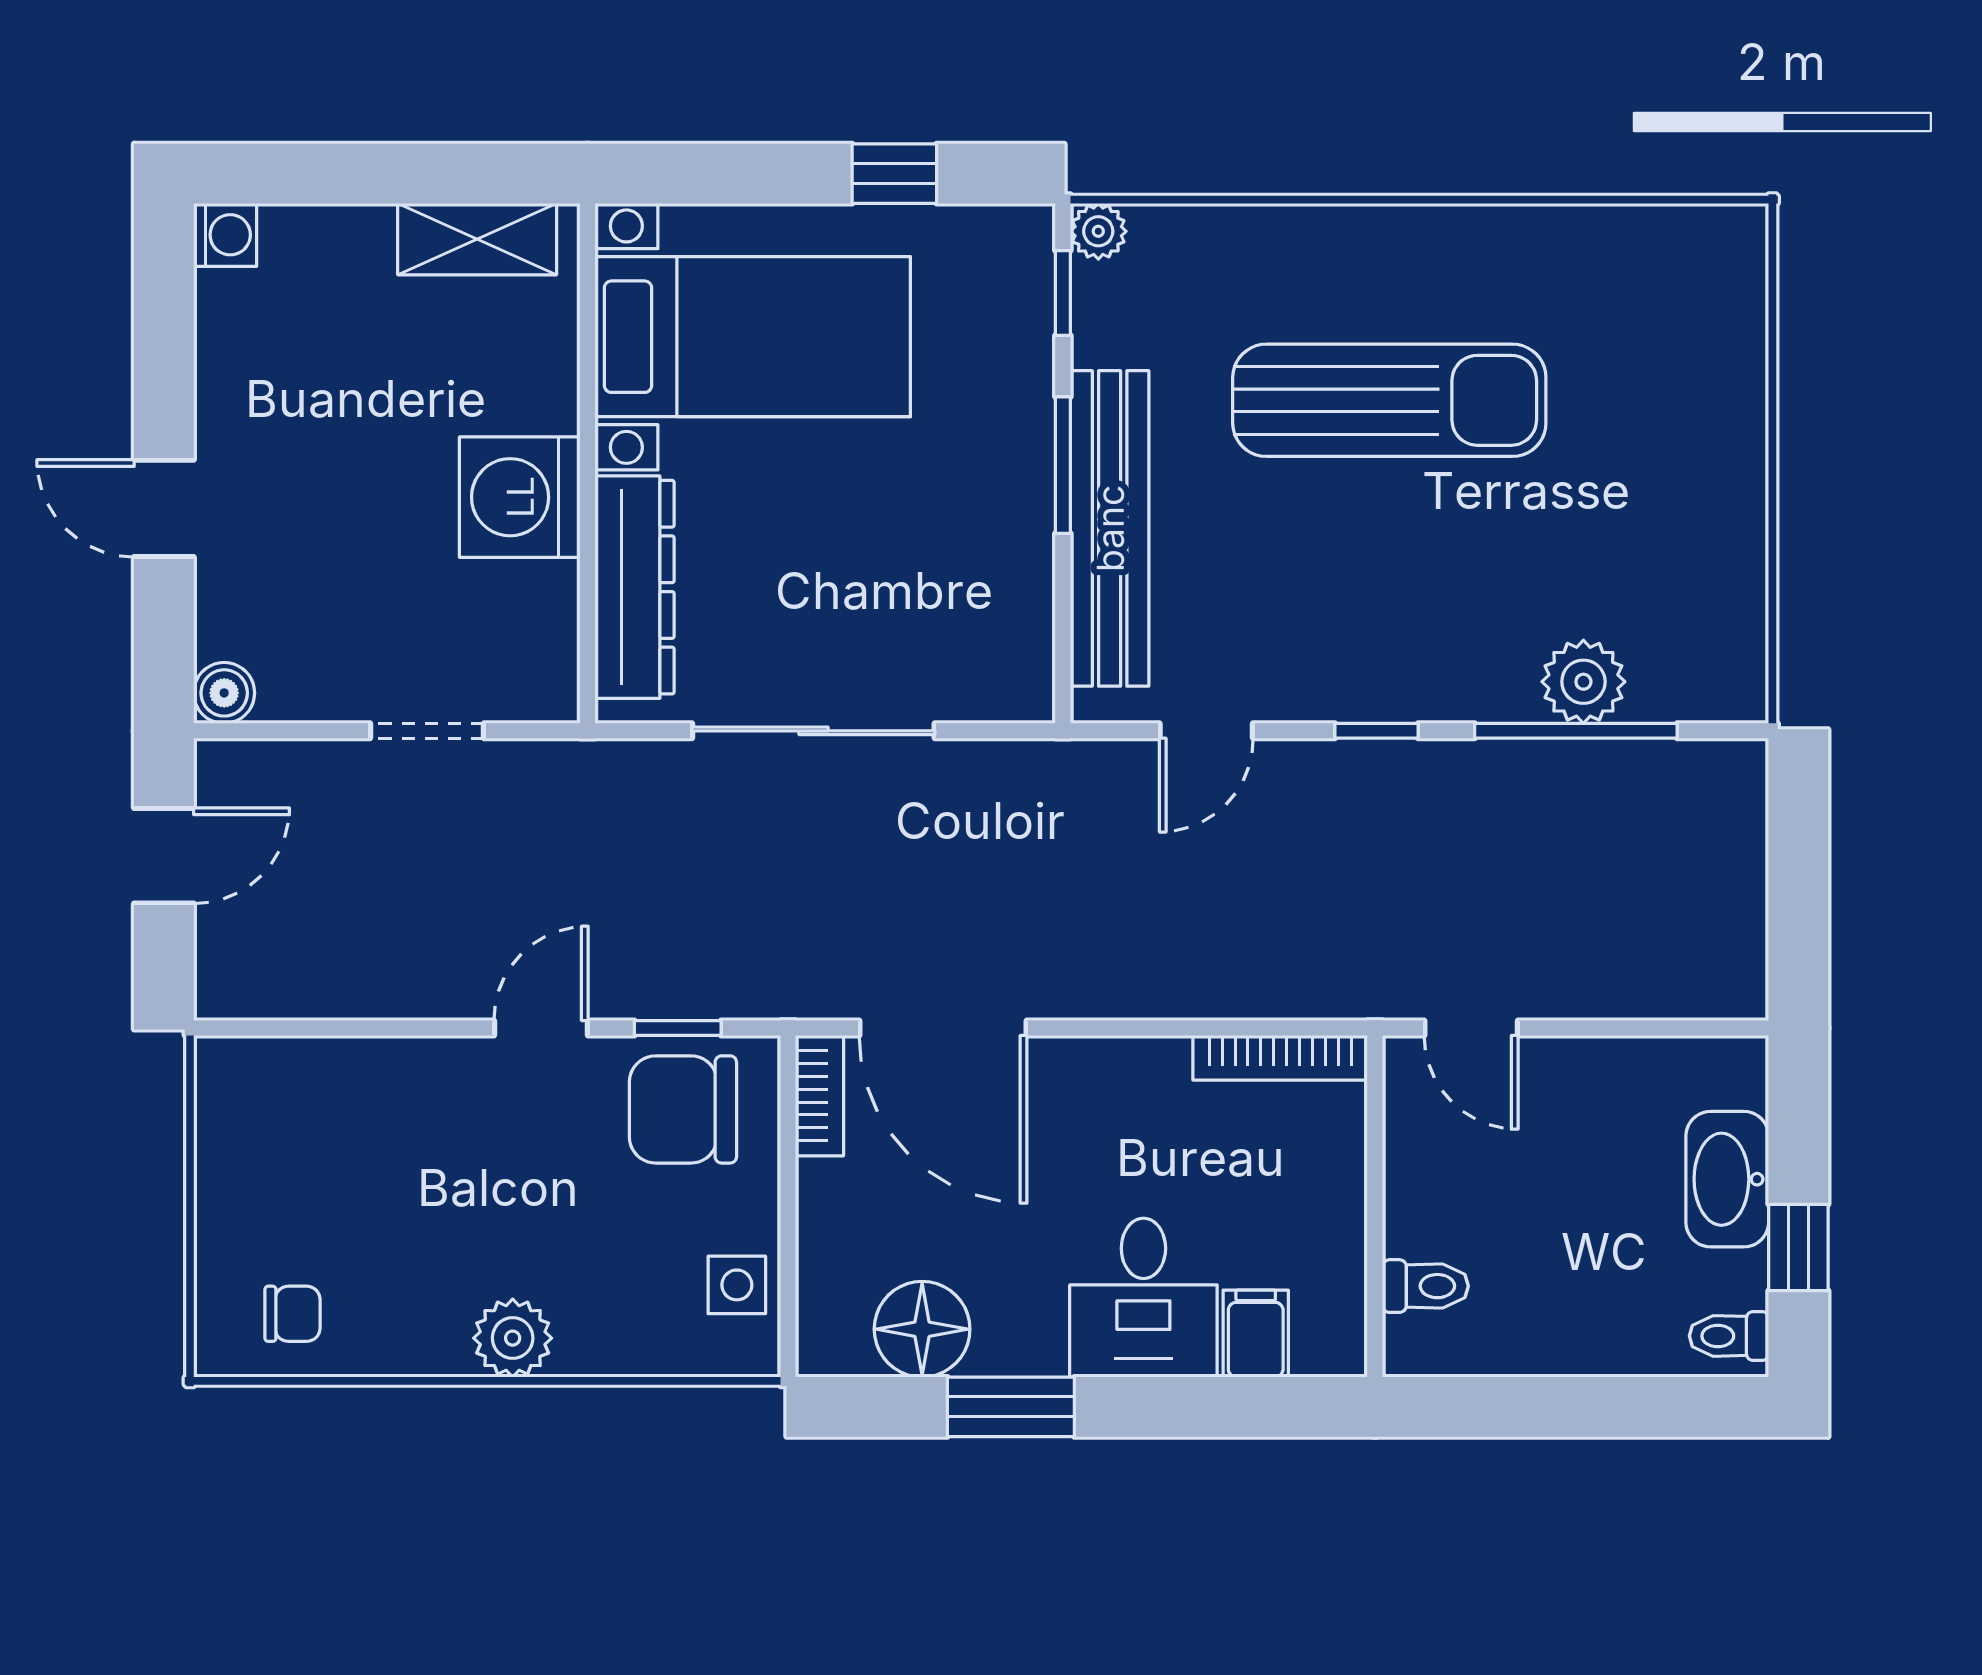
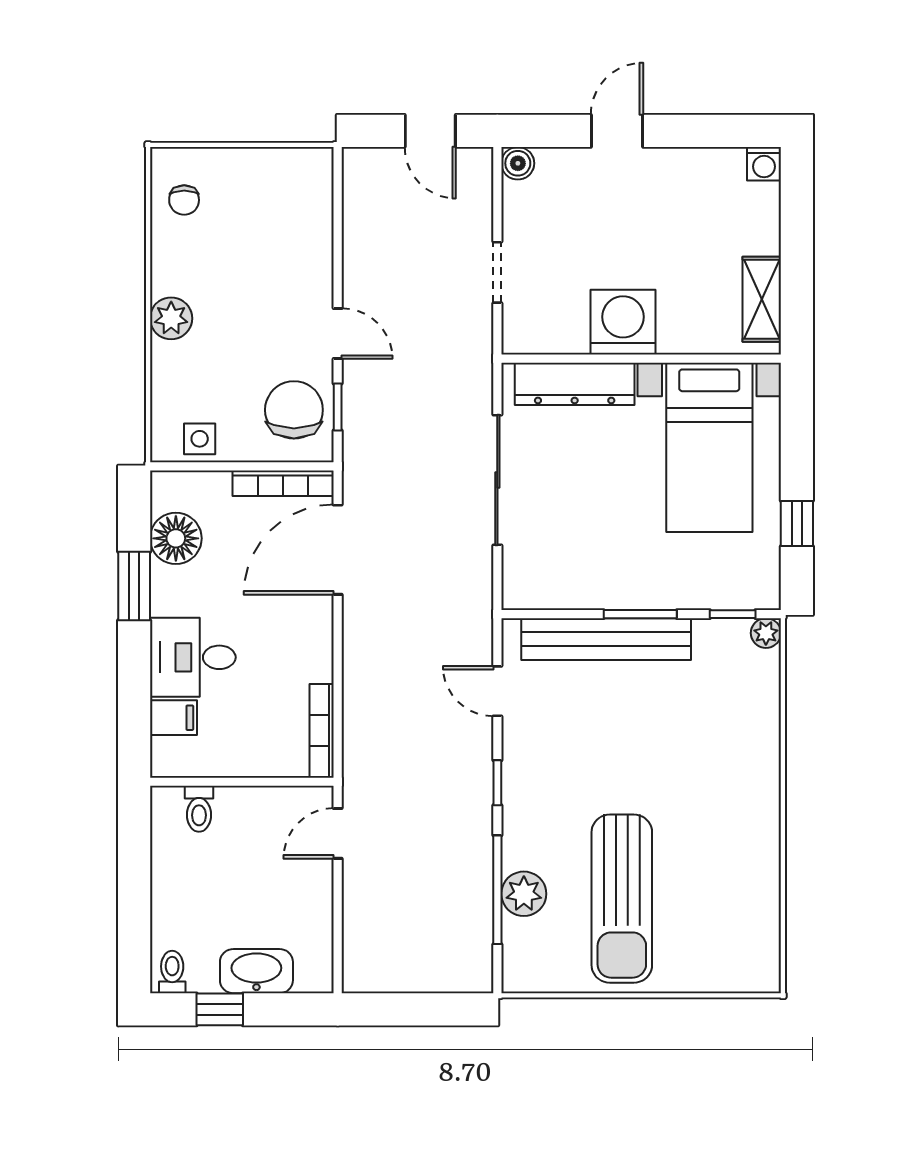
sun lounger: (1389, 400) -> (622, 899), moved
bookcase: (820, 1096) -> (283, 483), width x1.56

